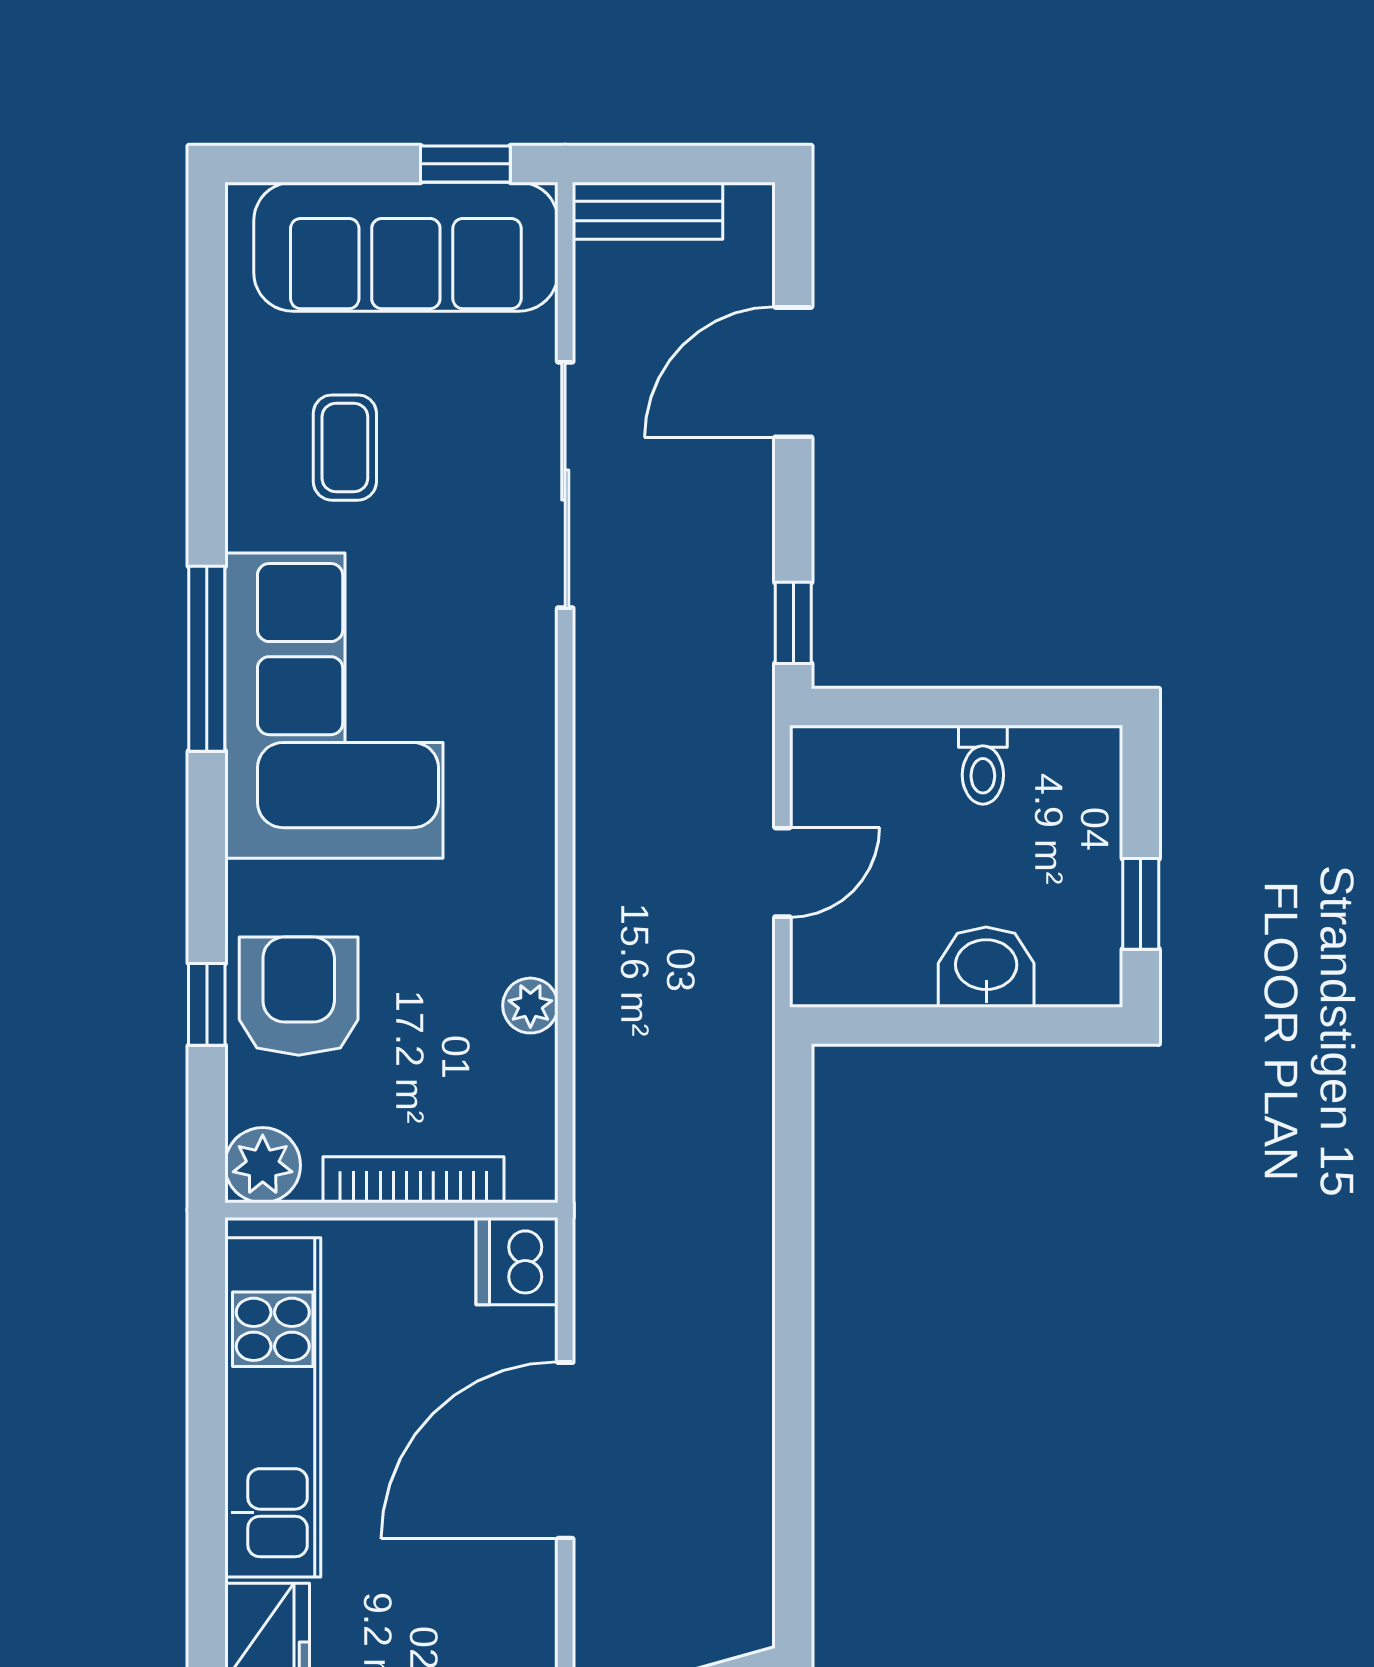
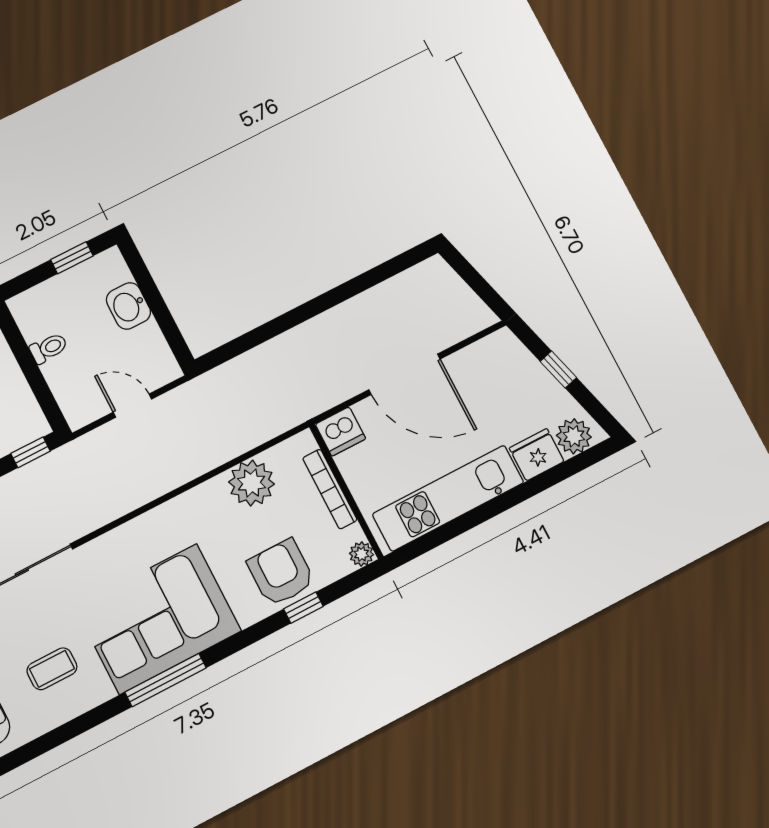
armchair: (299, 996) -> (281, 573), turned 90
plant: (530, 1006) -> (252, 483), width x1.87, depth x1.87
plant: (263, 1165) -> (361, 554), width x0.73, depth x0.73

